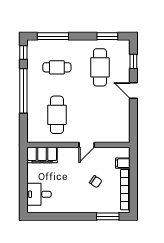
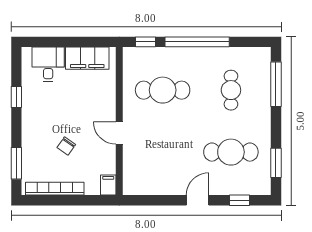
window: (23, 52) -> (146, 42), moved
filing cabinet: (42, 155) -> (87, 58), moved, turned -90
filing cabinet: (123, 163) -> (108, 185), moved
window: (62, 216) -> (16, 97), added

